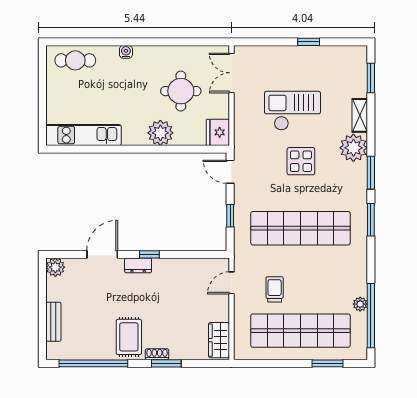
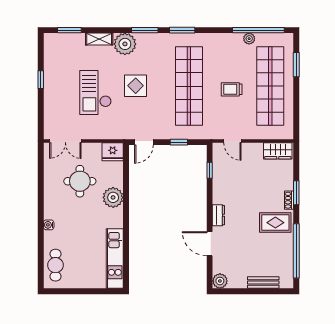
window: (149, 254) -> (210, 170), moved
trolley: (275, 289) -> (232, 89), moved

